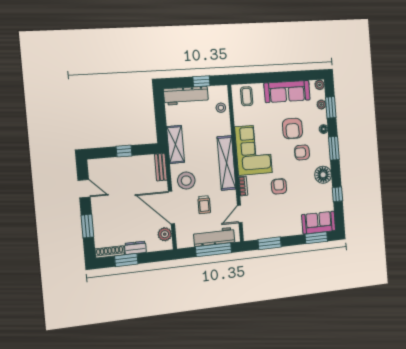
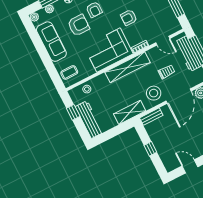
door: (84, 189) -> (190, 166), hinge flipped

